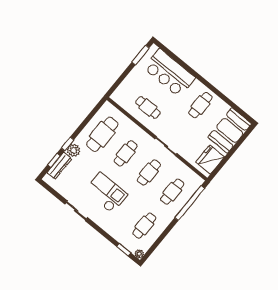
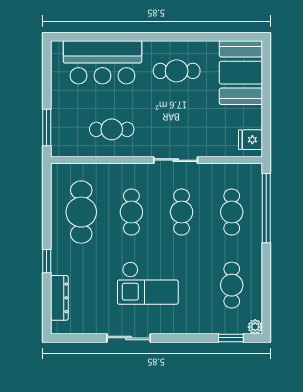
window: (140, 55) -> (47, 127), moved
cafe table: (200, 105) -> (177, 71), turned 90
plant: (74, 150) -> (61, 263), removed
window: (54, 160) -> (47, 297), removed
fridge: (210, 160) -> (250, 140), width x0.53, depth x0.75
checkout: (106, 193) -> (148, 283), turned 180

